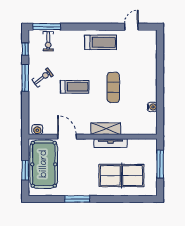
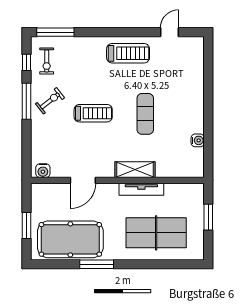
exercise bike: (48, 41) -> (47, 61), moved
door: (67, 137) -> (83, 180), swing flipped
pool table: (44, 164) -> (70, 239), moved, turned 90
window: (160, 164) -> (208, 217), width x0.69

